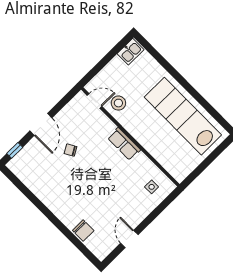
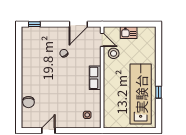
kitchen sink: (130, 52) -> (129, 33), moved
window: (198, 97) -> (158, 92), added
door: (41, 124) -> (78, 24), moved

